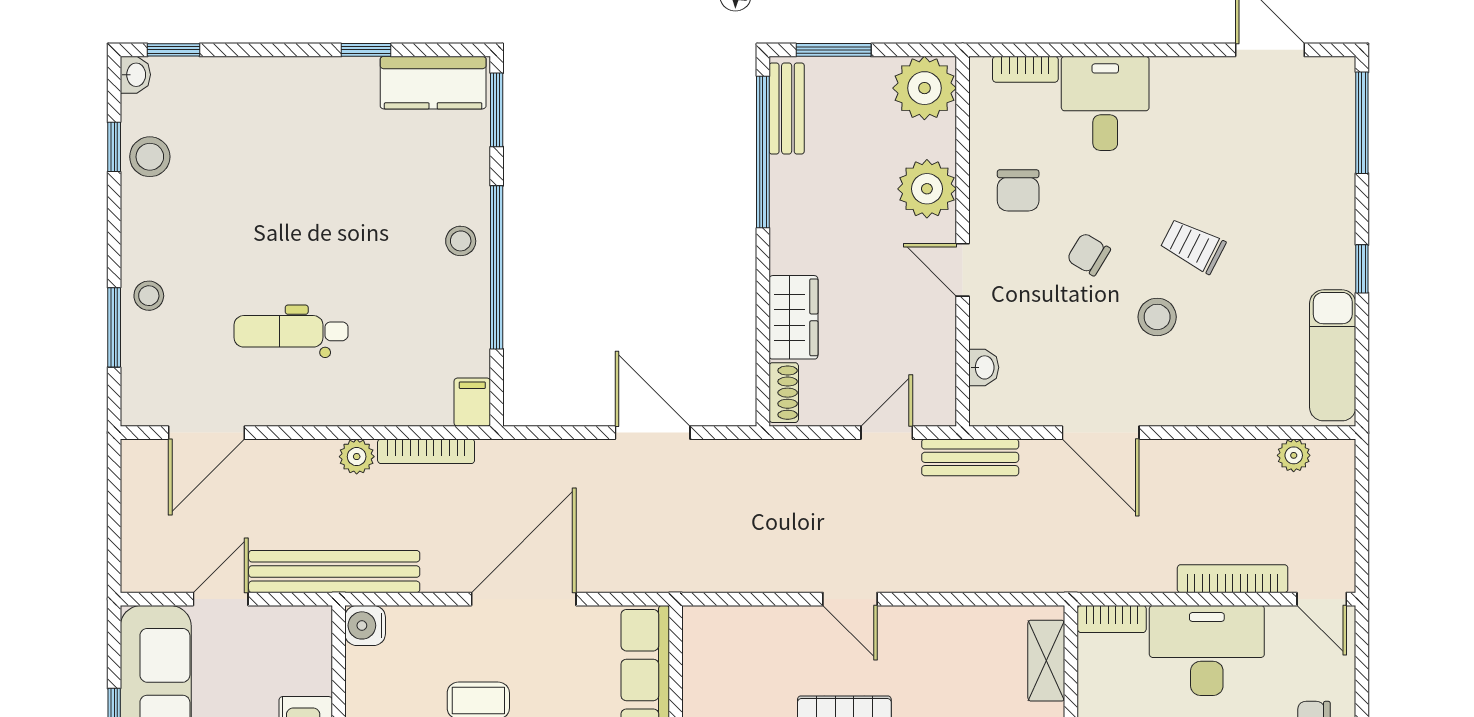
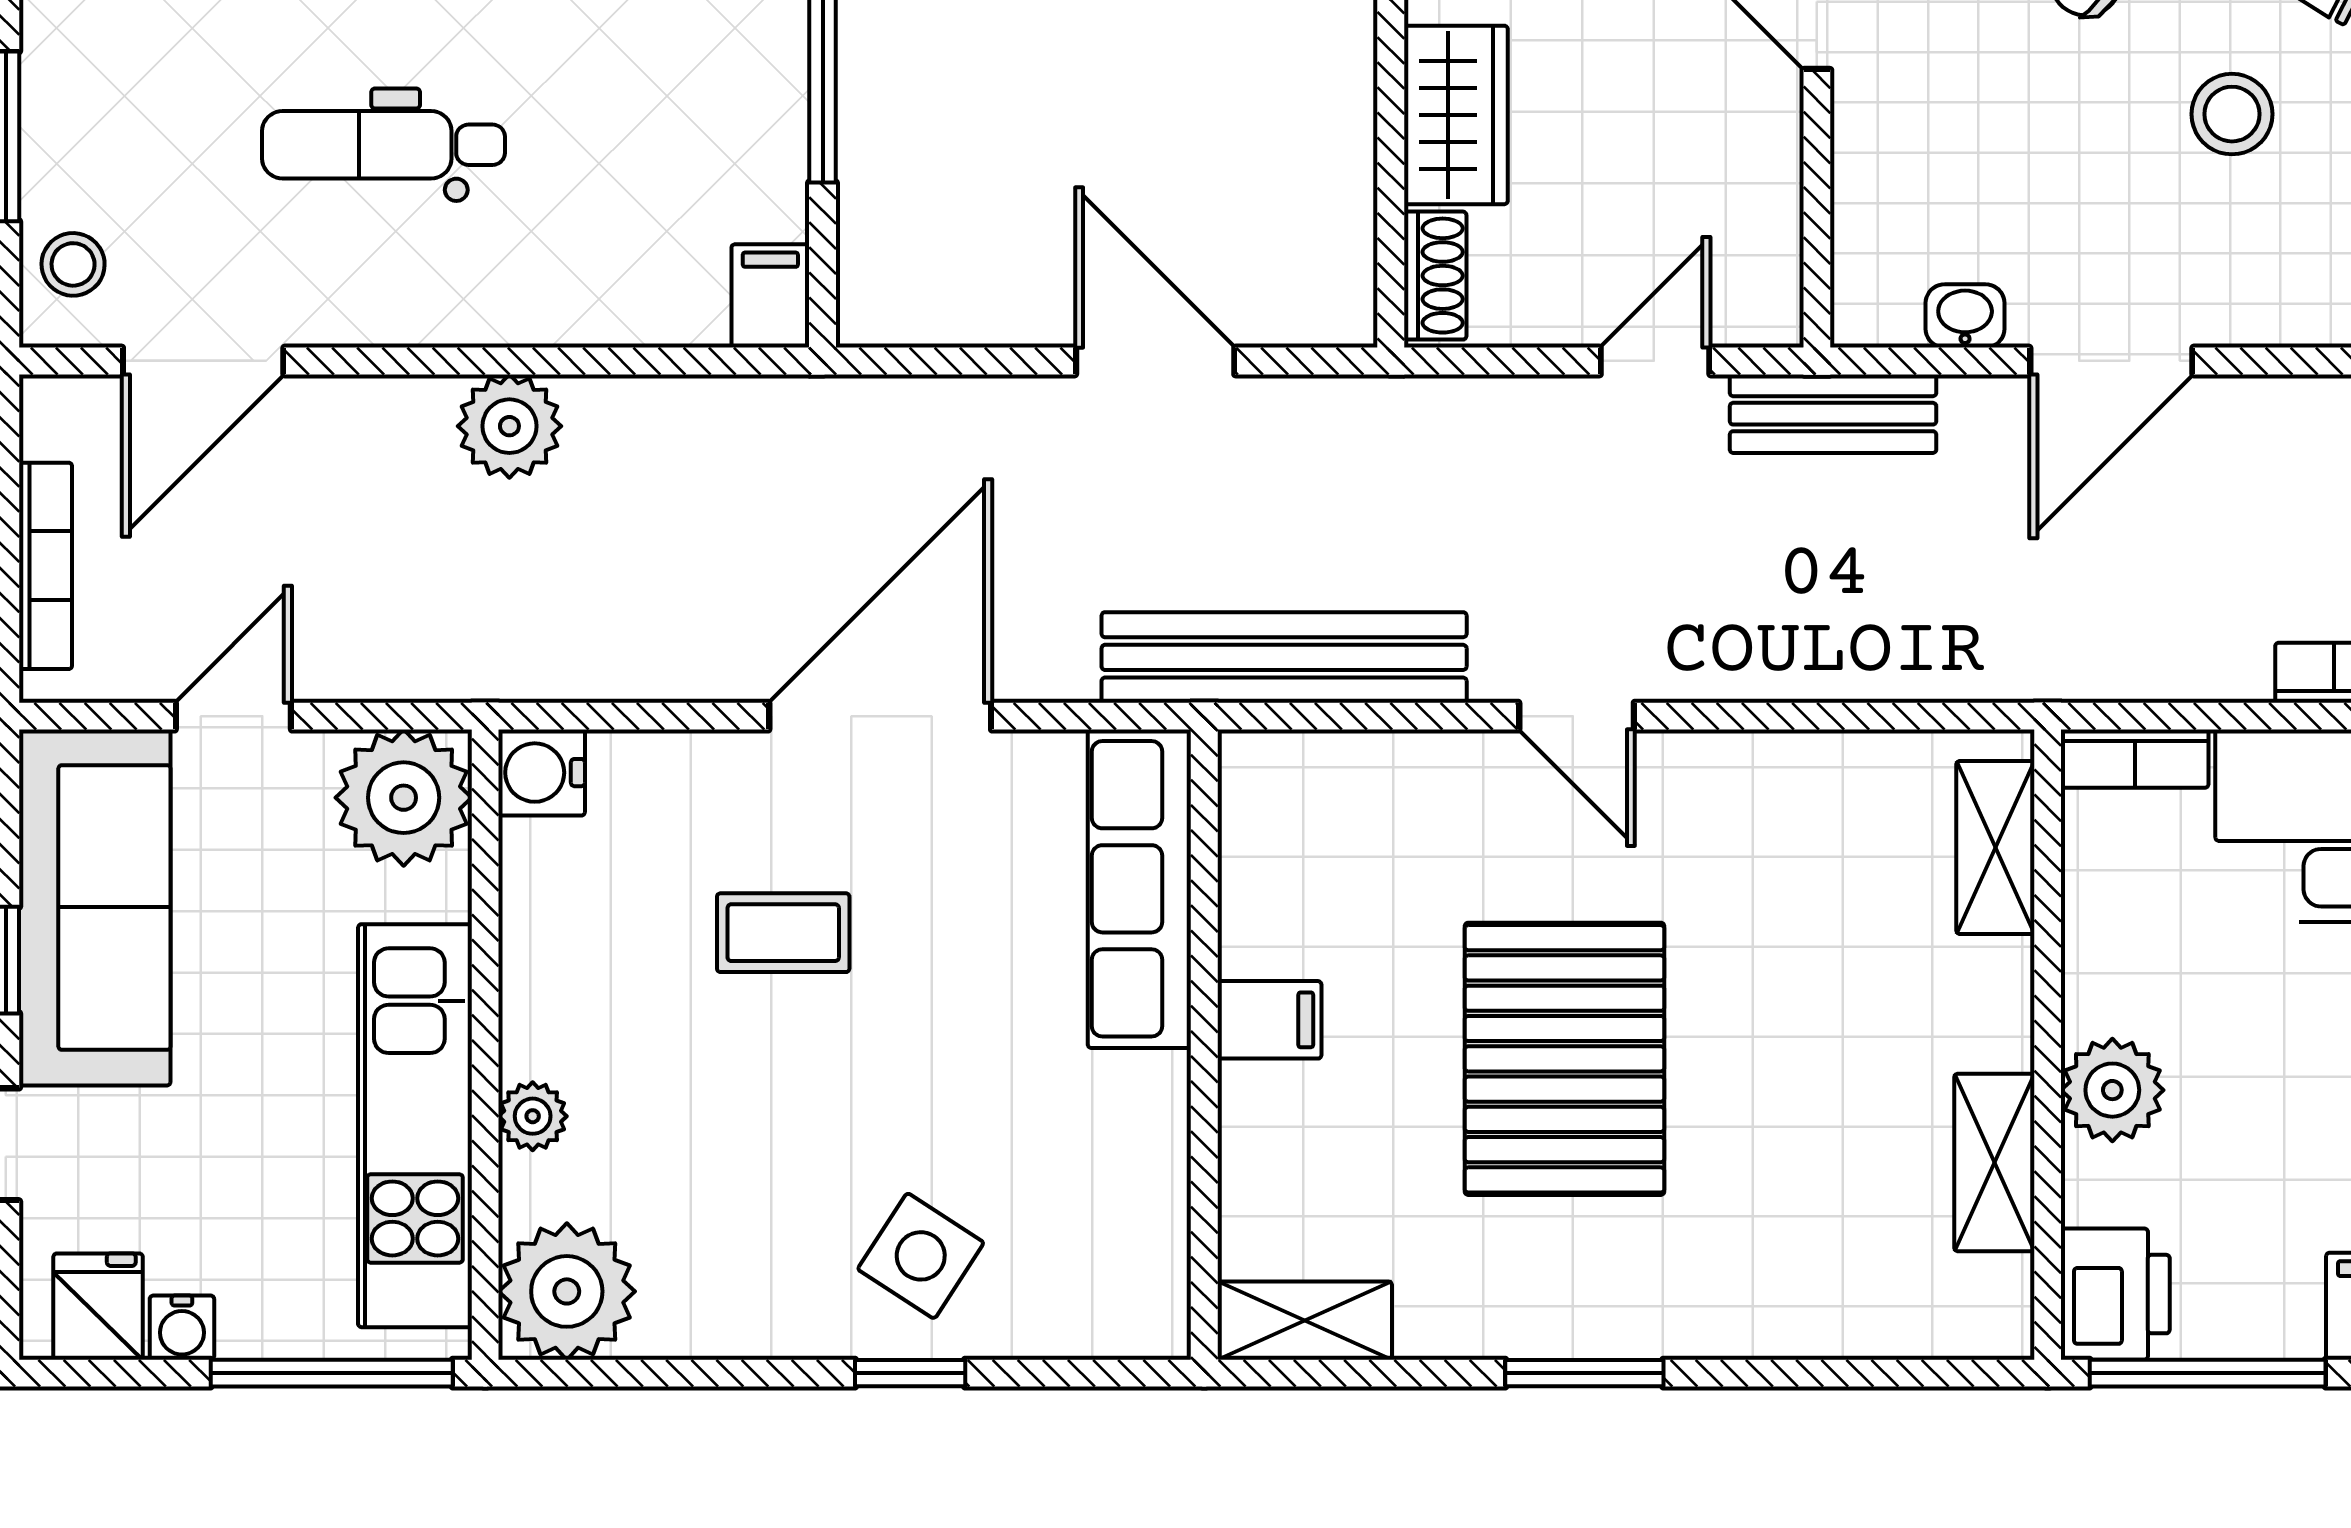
stool: (149, 296) -> (73, 264), moved
washbasin: (984, 367) -> (1965, 316), moved, turned -90
door: (1101, 433) -> (2111, 361), hinge flipped
bookcase: (426, 451) -> (46, 566), moved, turned -90
plant: (357, 457) -> (509, 426), width x1.38, depth x1.38
bench: (334, 572) -> (1284, 657), moved
plant: (300, 637) -> (404, 798), added

